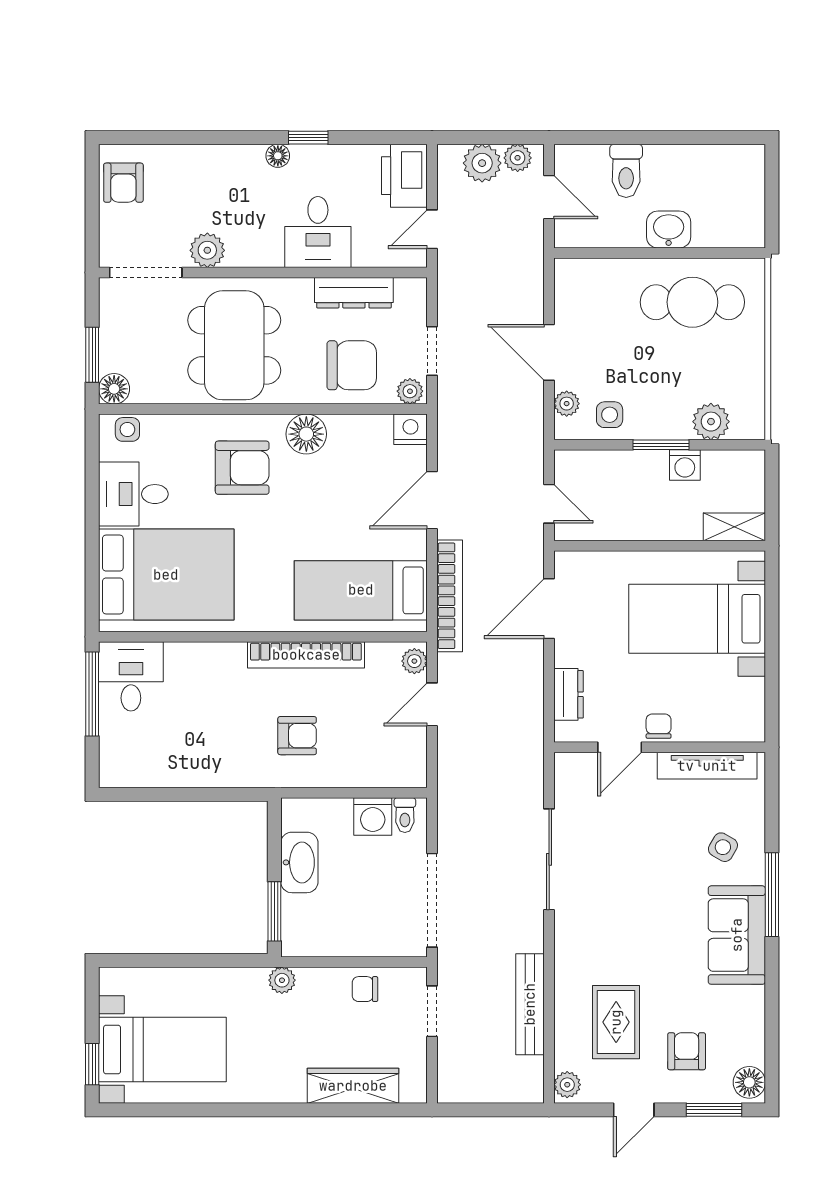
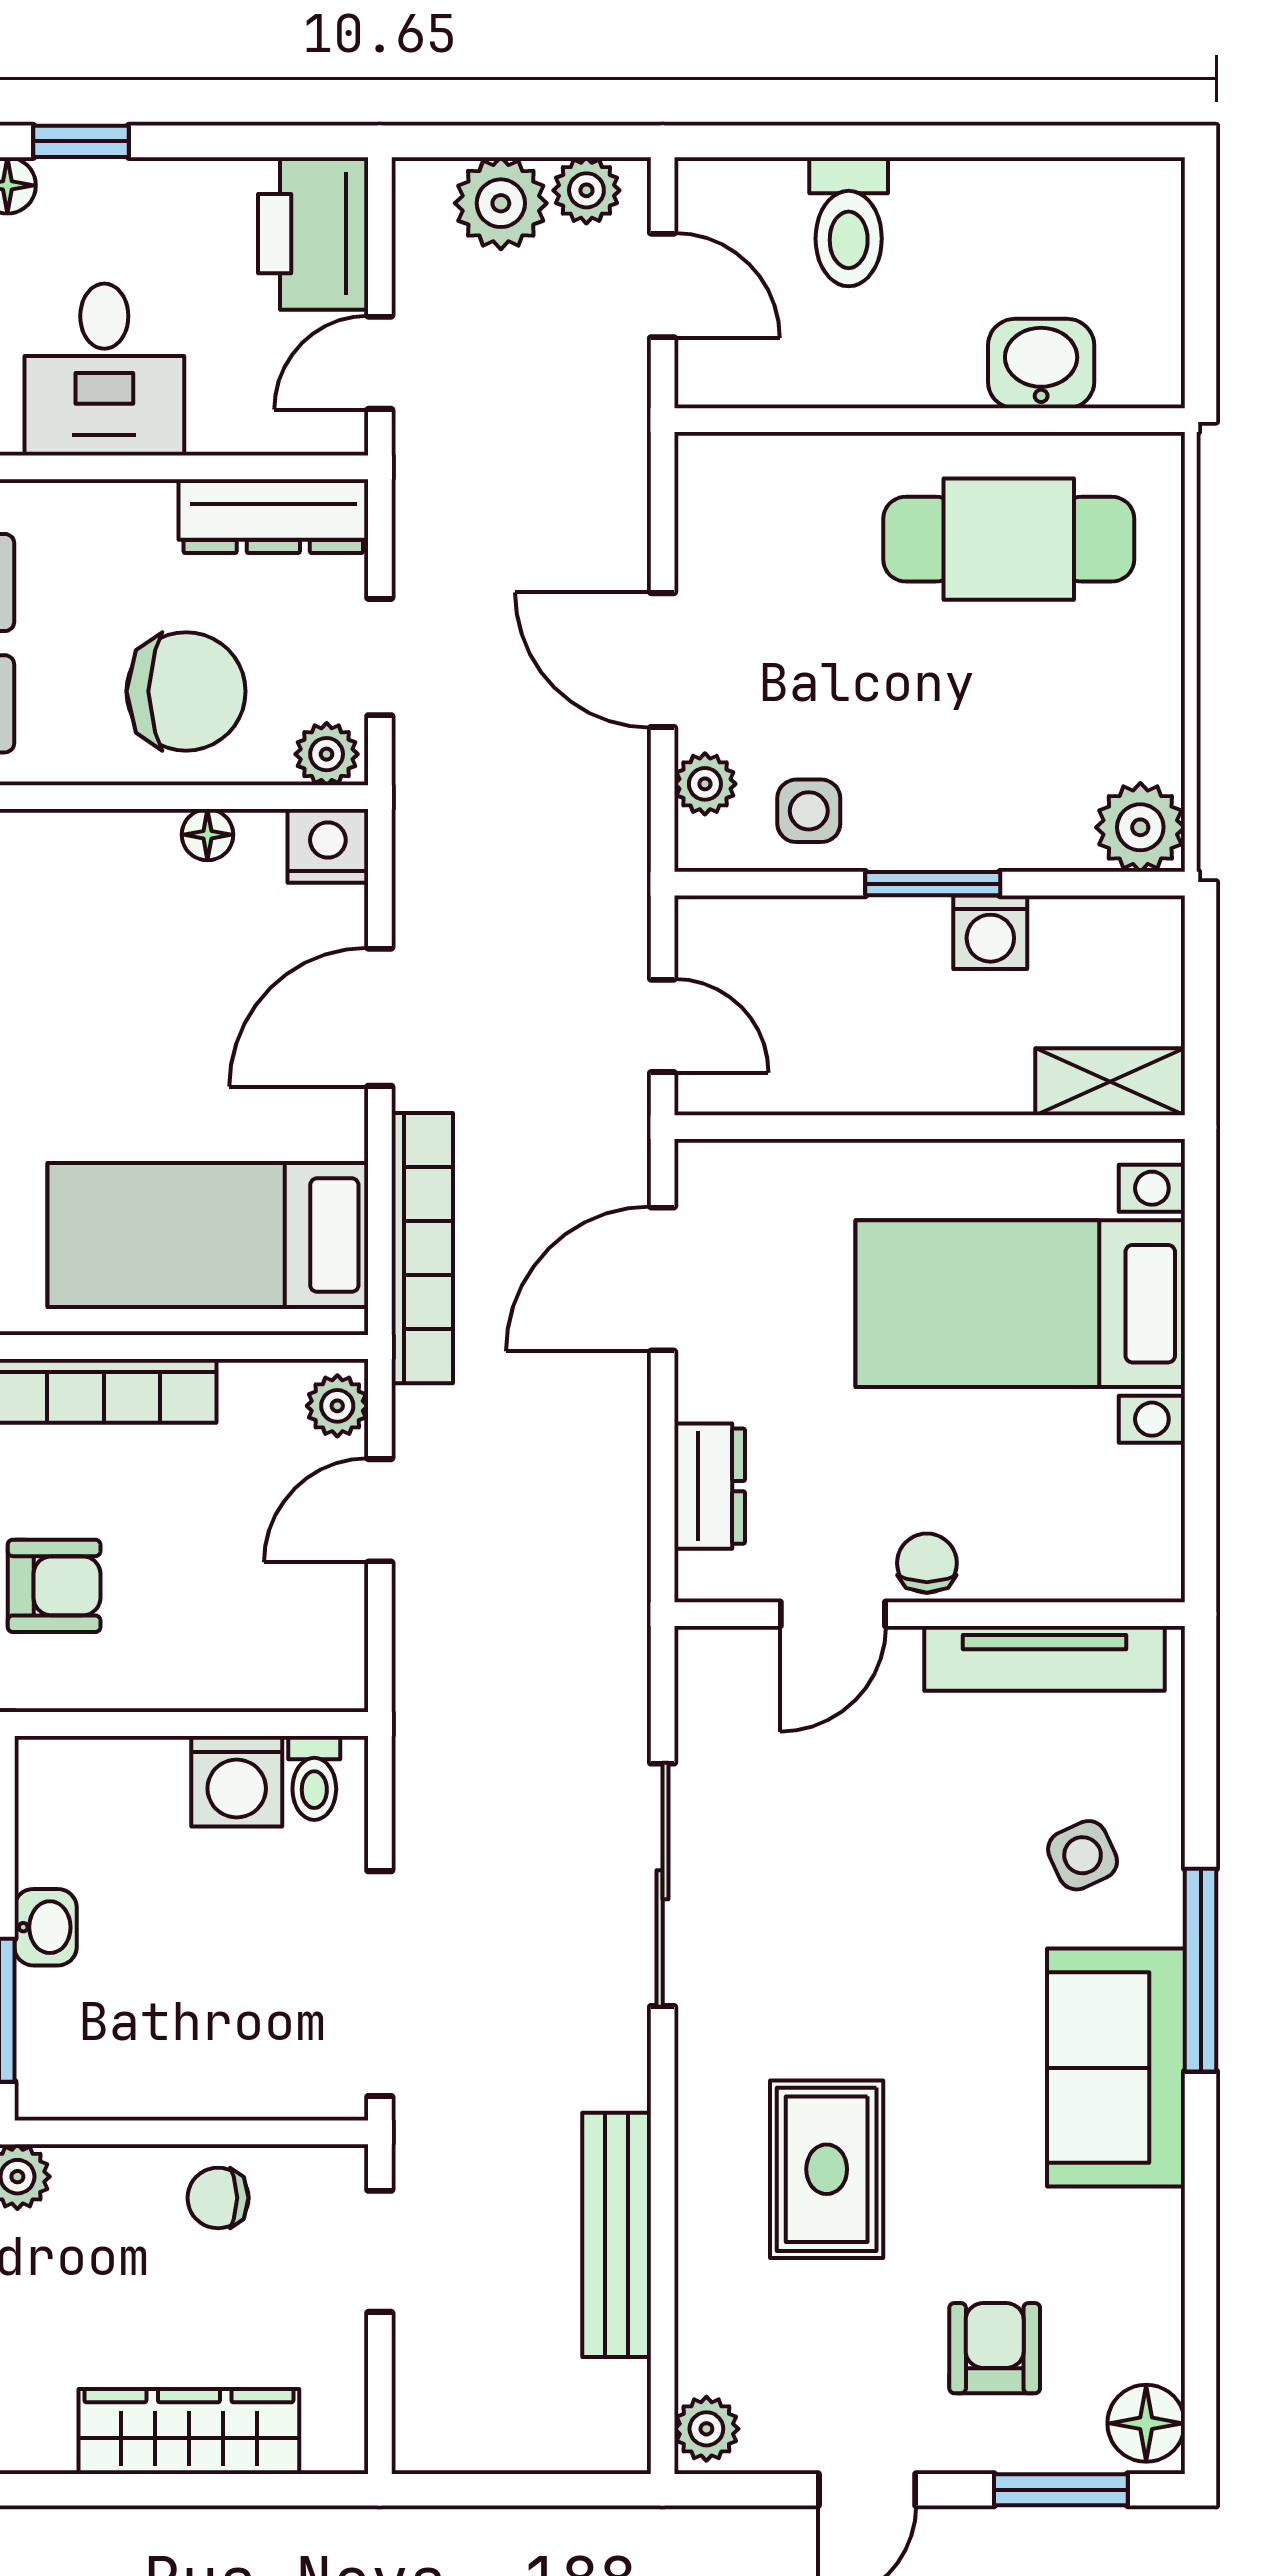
washbasin: (669, 230) -> (1041, 364), moved
dresser: (354, 293) -> (273, 516), moved
plant: (711, 422) -> (1140, 827), moved
floor lamp: (306, 434) -> (207, 835), moved, width x0.53, depth x0.53
side table: (723, 847) -> (1083, 1855), turned 35
washbasin: (299, 862) -> (46, 1927), width x0.52, depth x0.69
rug: (616, 1022) -> (827, 2169), moved

